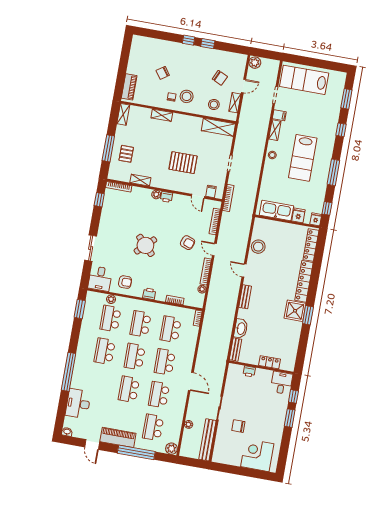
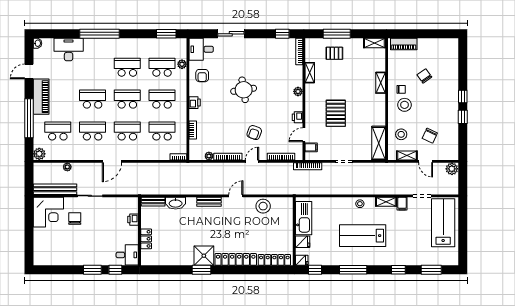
printer: (167, 197) -> (297, 117), moved
round table: (145, 245) -> (244, 90), turned 35
corner desk: (257, 455) -> (48, 212), moved, turned 90

